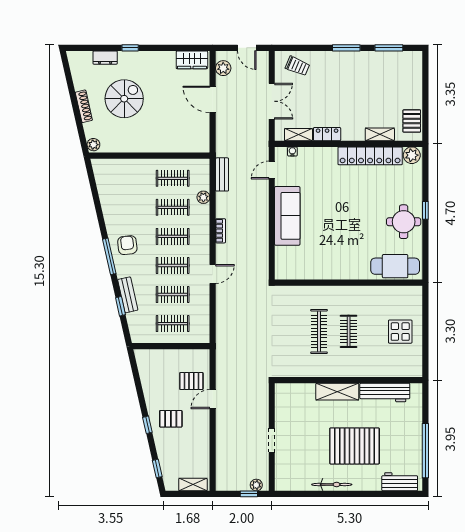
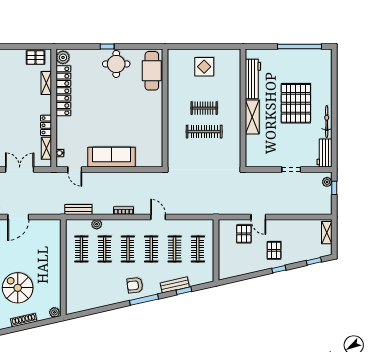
workbench: (400, 482) -> (324, 153), moved

